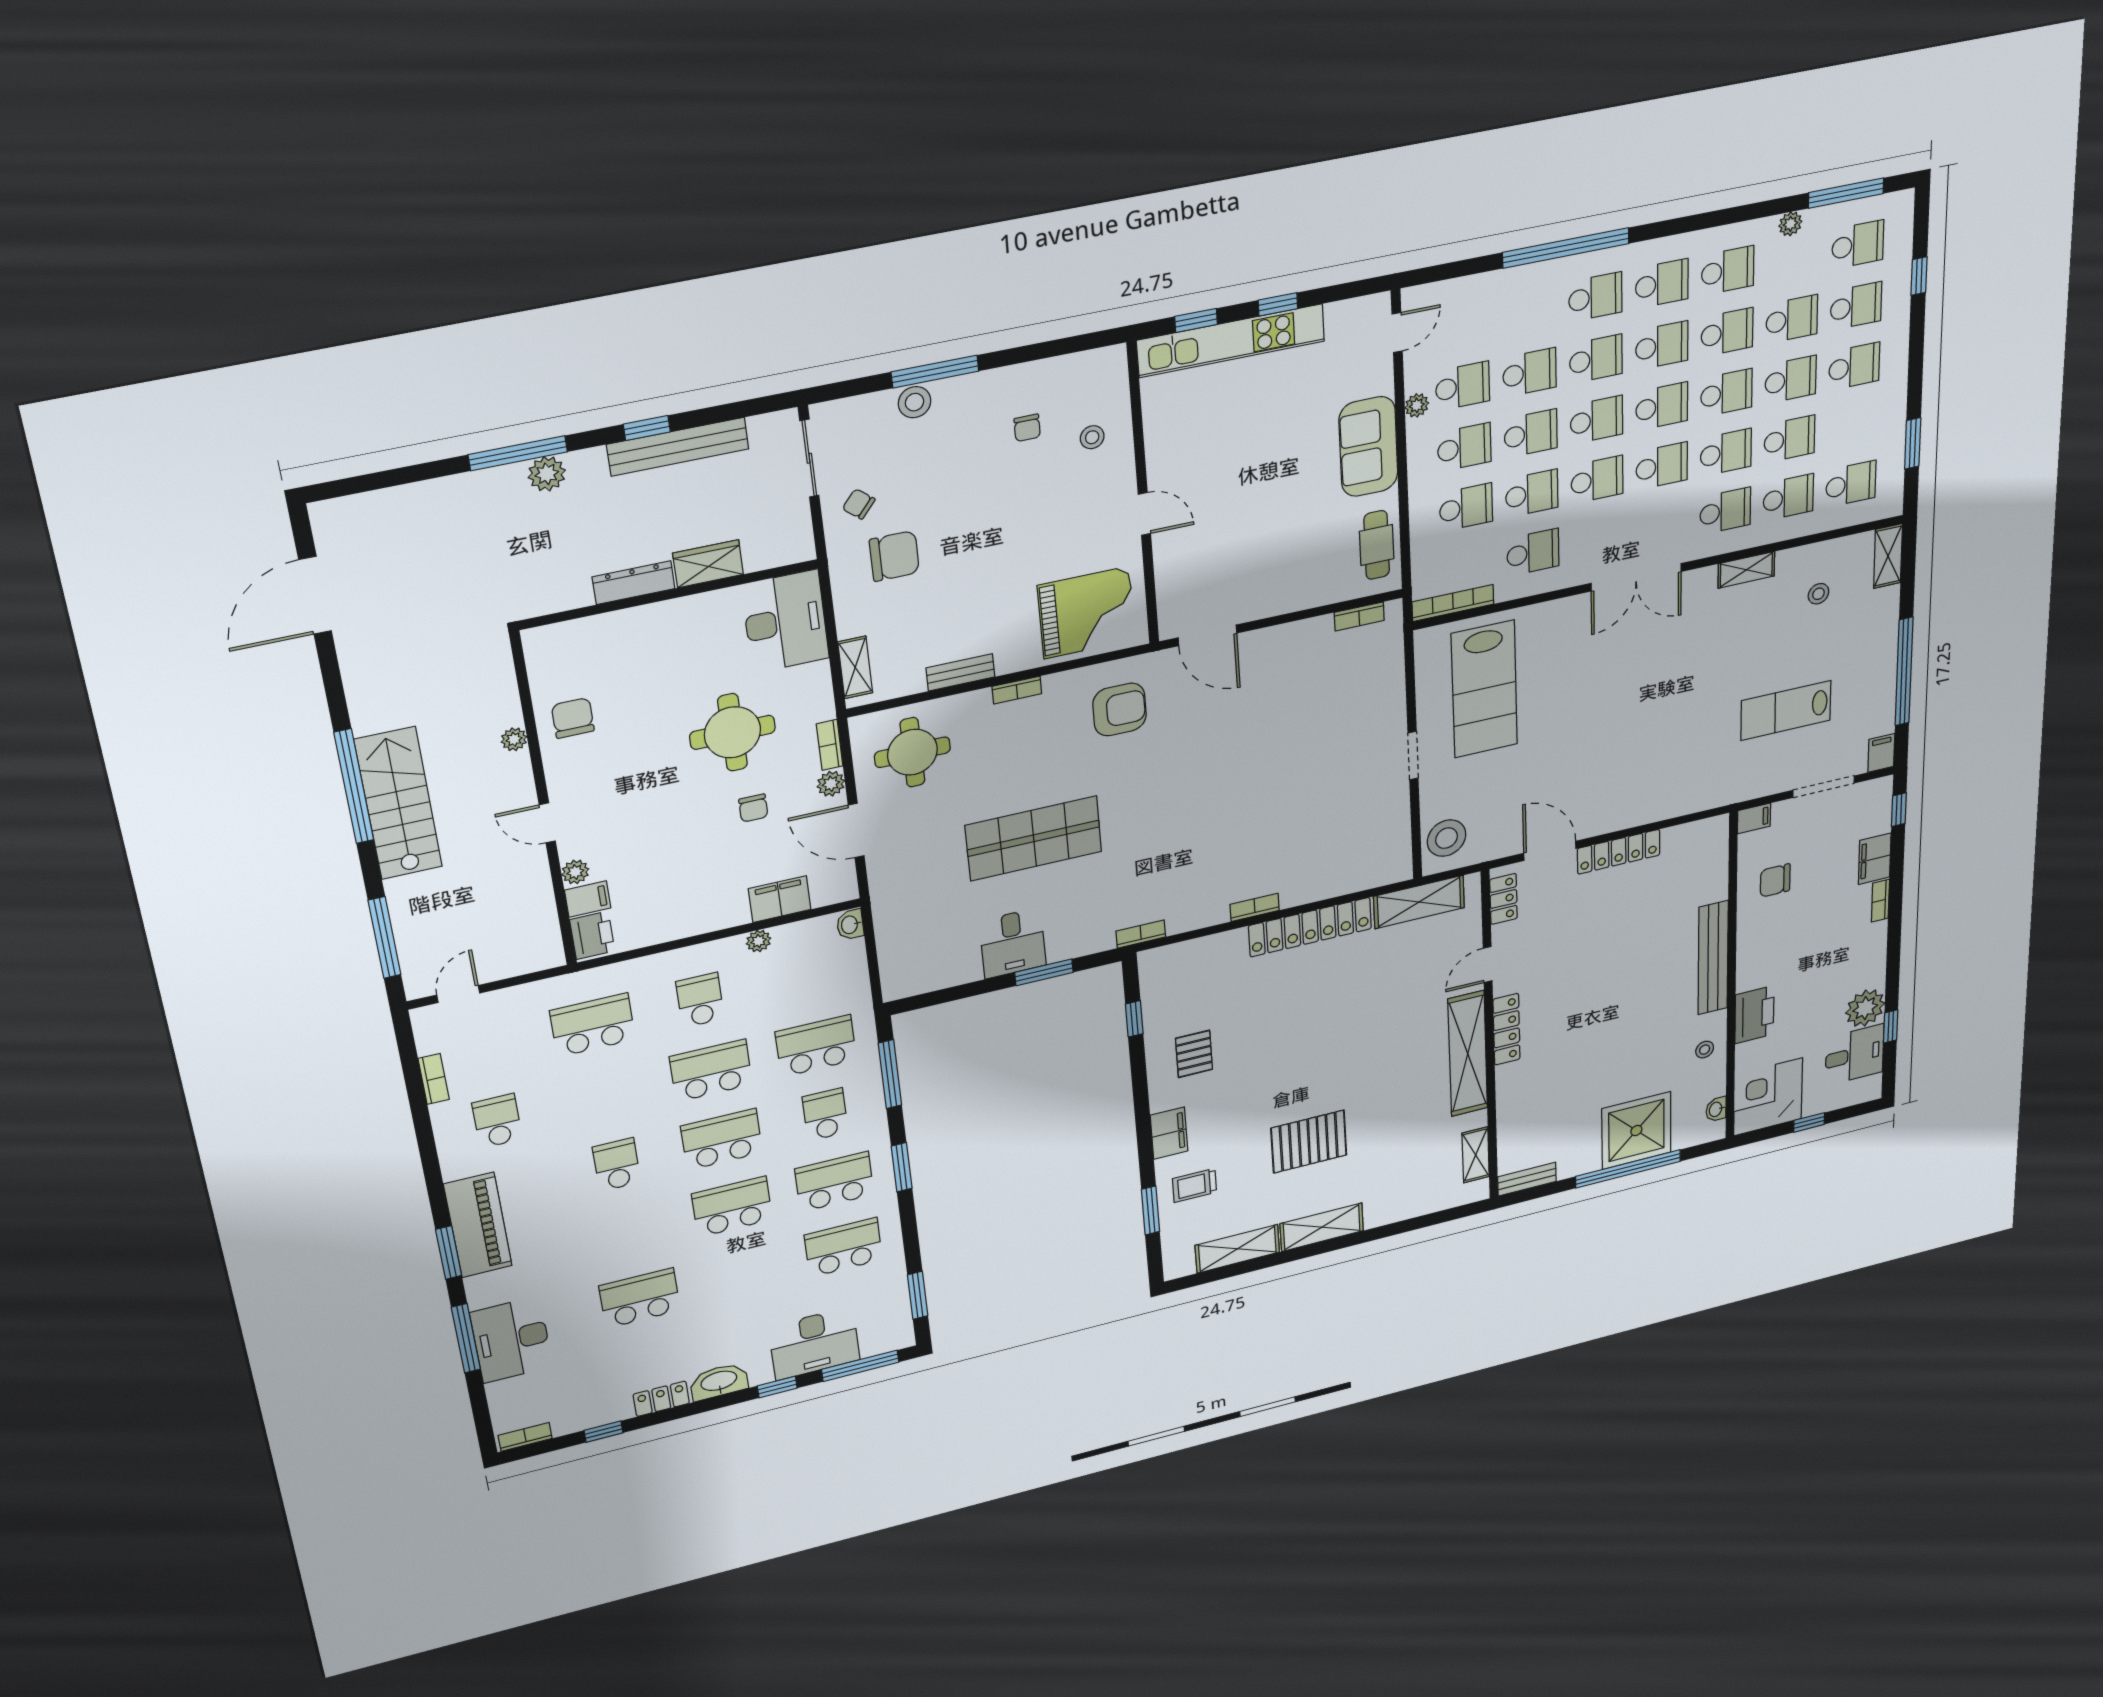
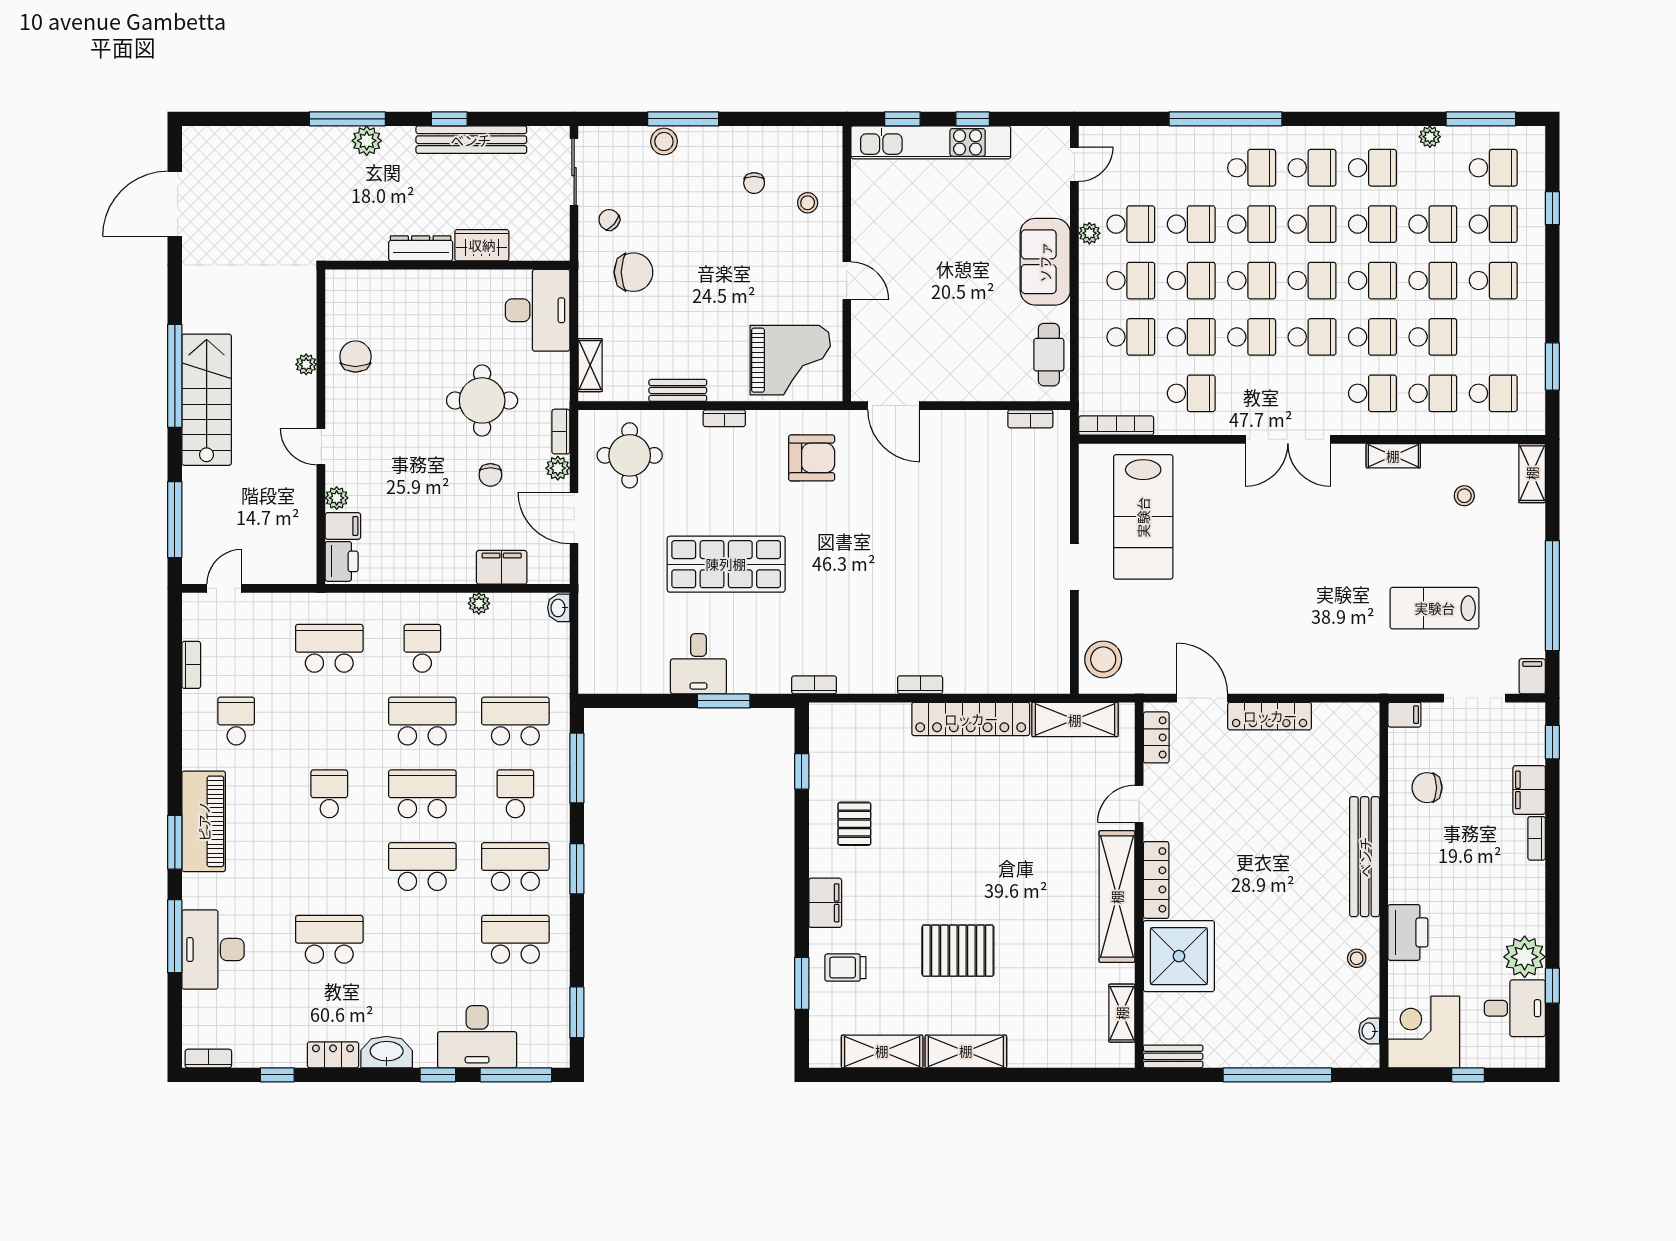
shower: (1636, 1130) -> (1179, 956), moved

